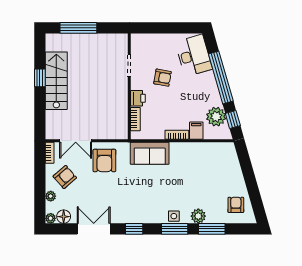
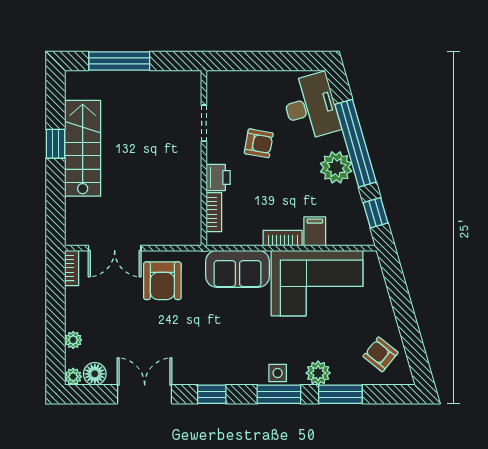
plant: (216, 117) -> (336, 167), moved
corner sofa: (198, 162) -> (317, 283), added
armchair: (65, 177) -> (97, 308), removed
armchair: (236, 205) -> (380, 354), turned -51

